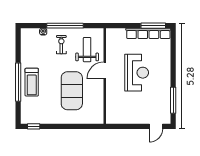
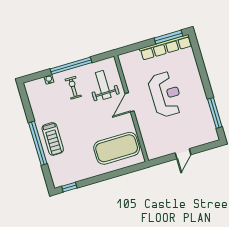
exercise mat: (72, 91) -> (117, 148), moved, turned 90
door: (156, 126) -> (183, 154), moved

